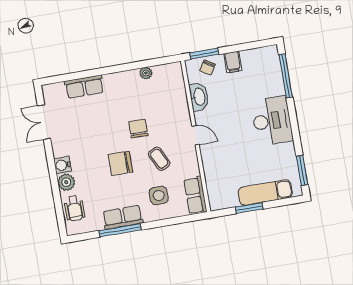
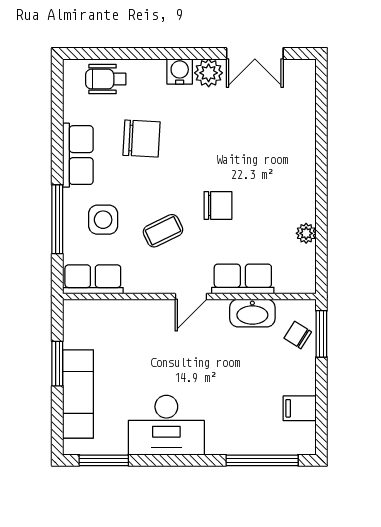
filing cabinet: (233, 62) -> (300, 408), moved
row of seats: (84, 87) -> (243, 279), moved, turned 90
desk: (272, 121) -> (166, 425), moved
double door: (44, 122) -> (255, 54), swing flipped
chair: (120, 163) -> (141, 139), moved, turned 93
plant: (66, 182) -> (209, 73), moved
window: (120, 230) -> (57, 219), moved

